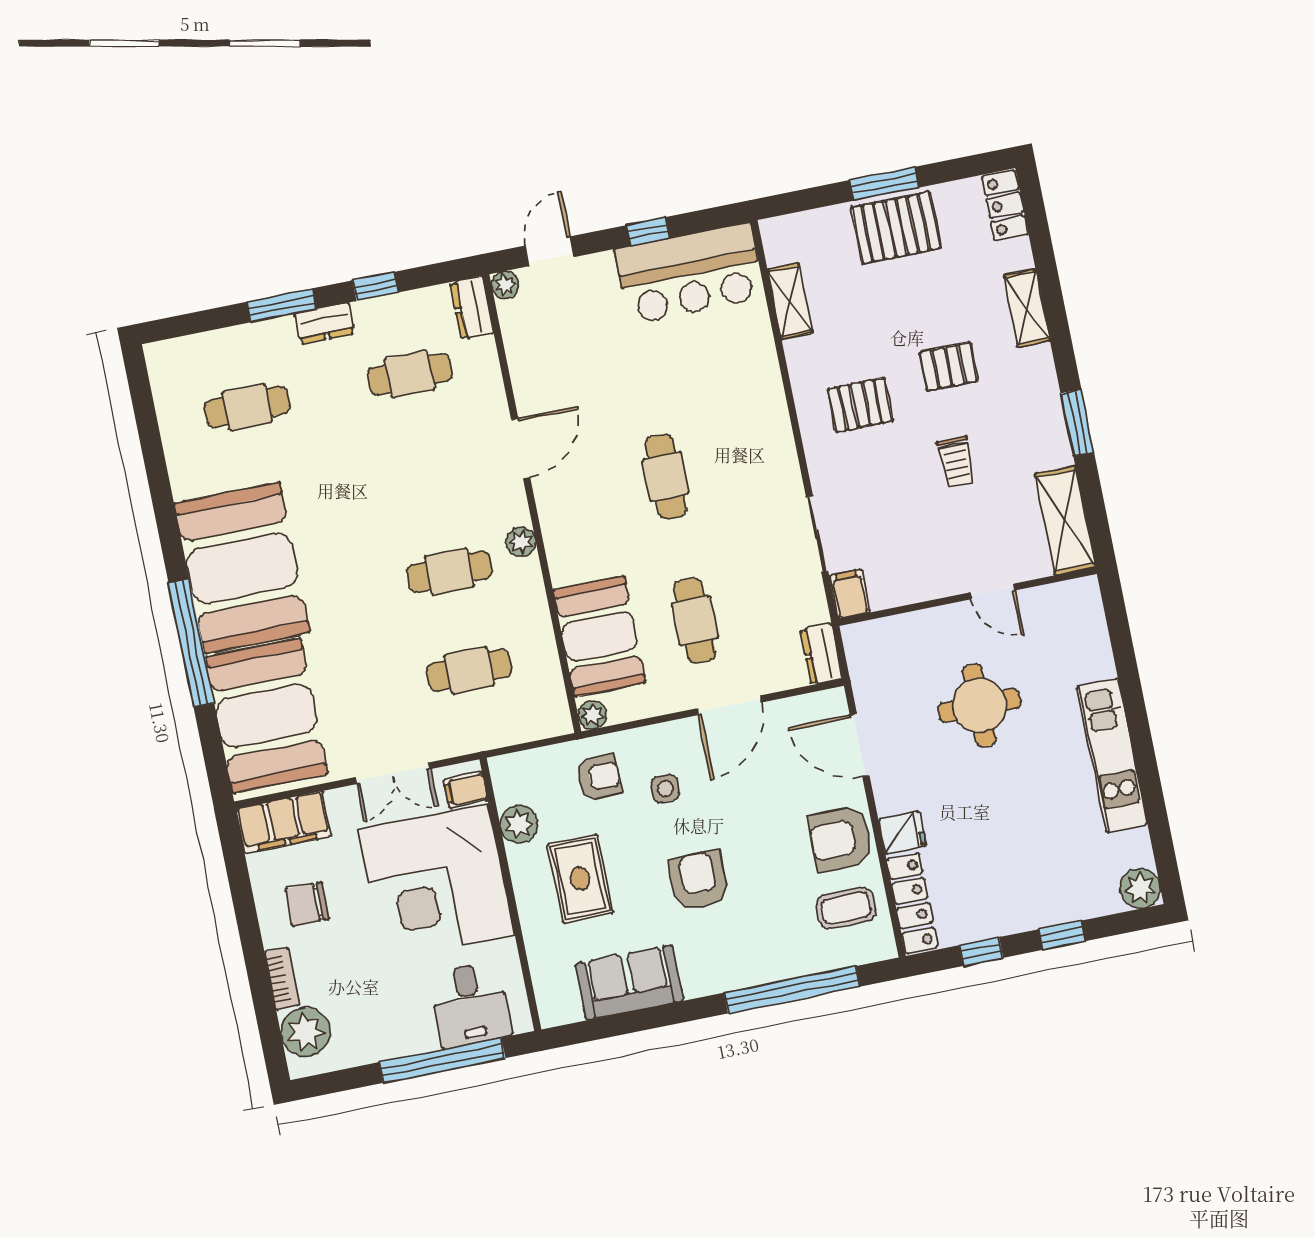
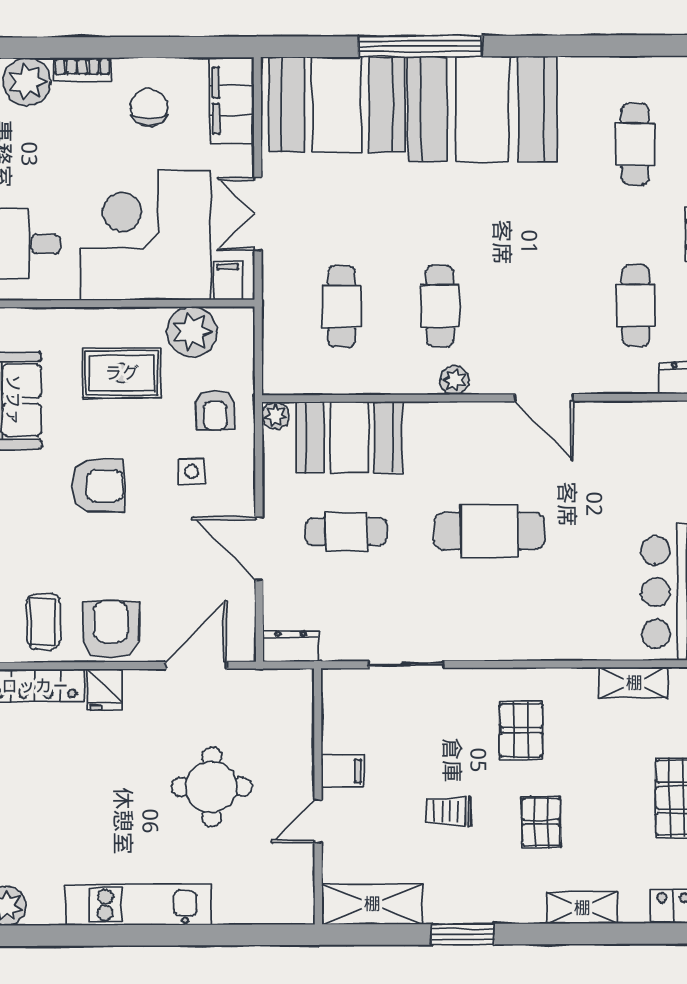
cafe table: (666, 477) -> (489, 531), width x1.37, depth x1.35
filing cabinet: (850, 594) -> (343, 771), moved
plant: (519, 824) -> (192, 332), width x1.36, depth x1.36

